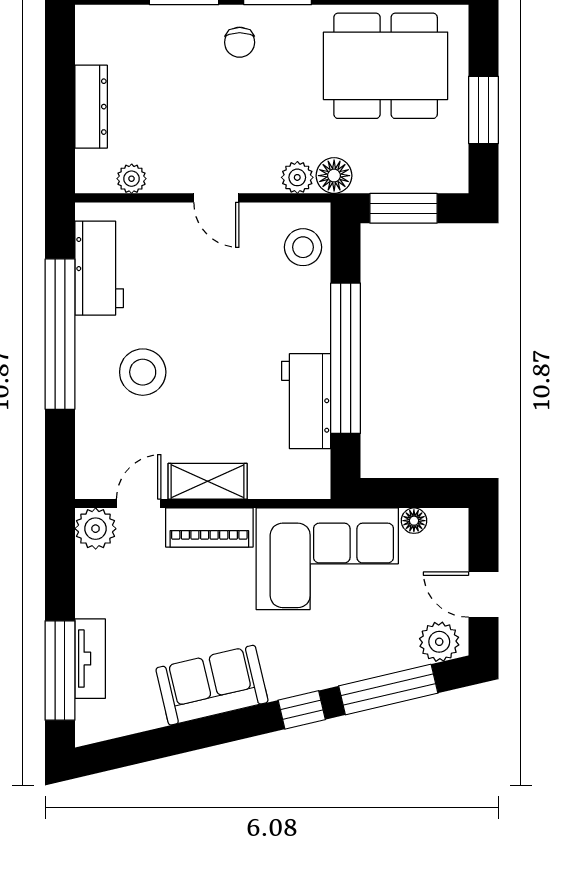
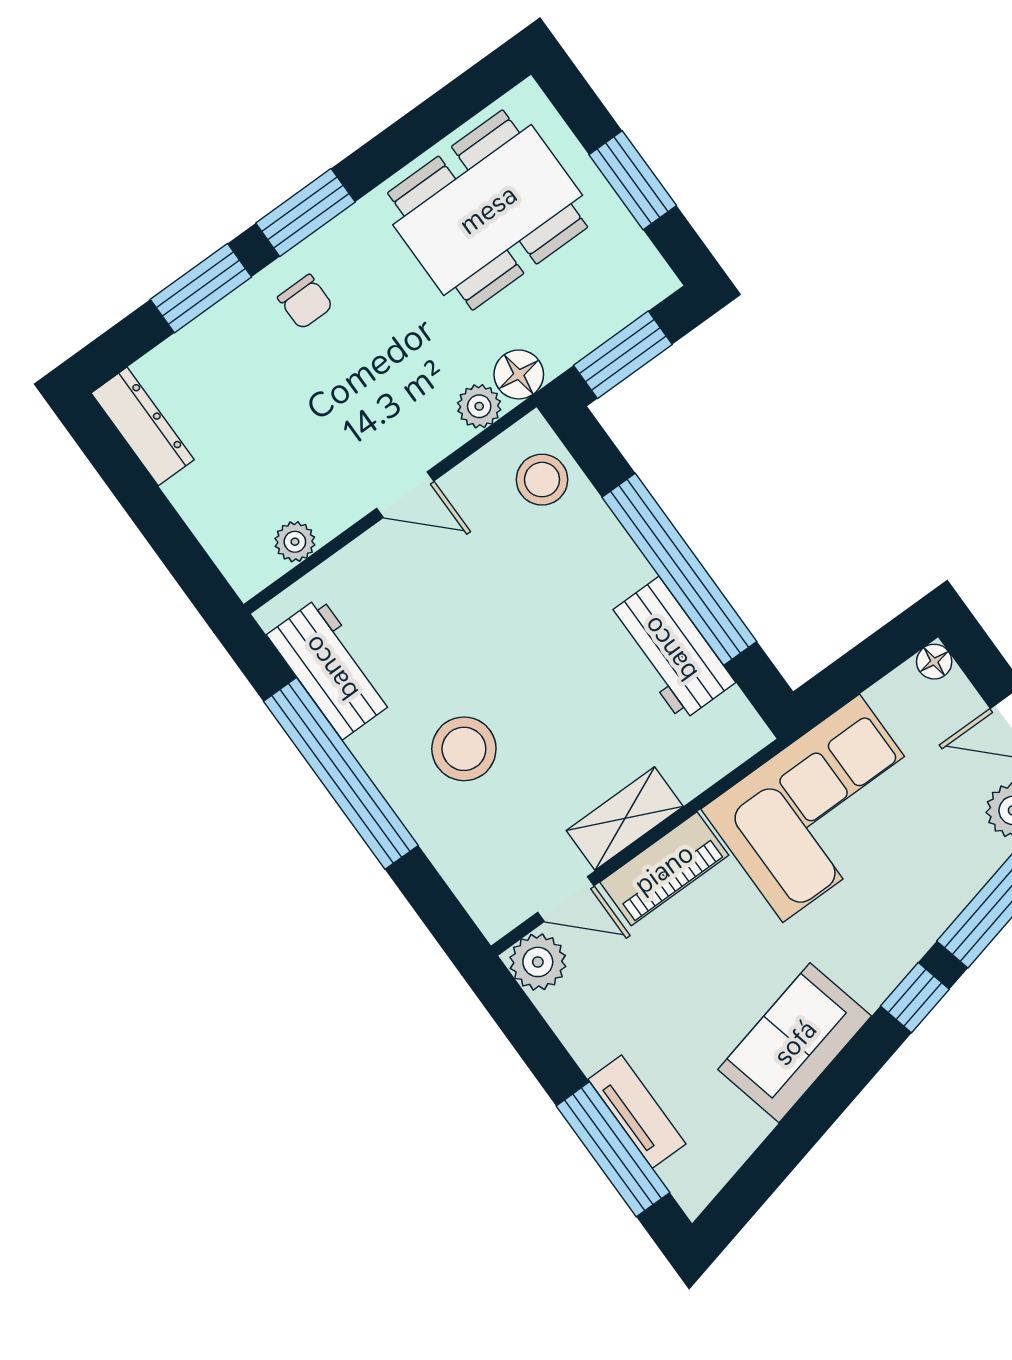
dresser: (91, 107) -> (143, 426), moved
door: (139, 504) -> (566, 899), swing flipped
floor lamp: (414, 521) -> (934, 662), moved

